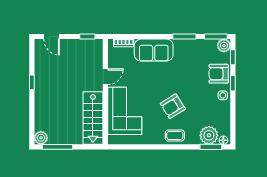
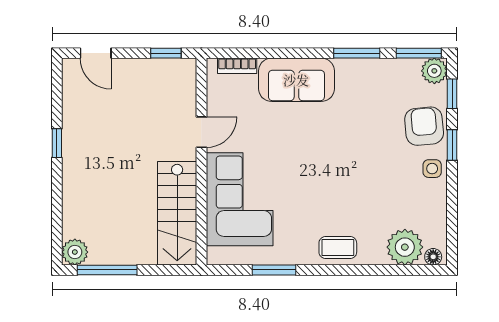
armchair: (219, 74) -> (424, 126), turned 85
armchair: (173, 106) -> (334, 190), removed
window: (211, 147) -> (274, 270), moved

